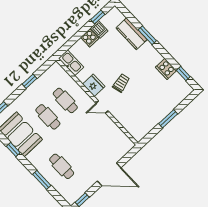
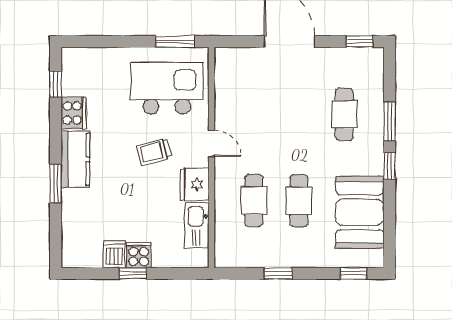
window: (98, 17) -> (133, 273), moved
kitchen counter: (132, 34) -> (75, 159), moved
kitchen sink: (71, 63) -> (197, 225), moved
kitchen island: (139, 112) -> (167, 88), added
window: (168, 119) -> (175, 41), moved
window: (13, 150) -> (389, 166), moved

